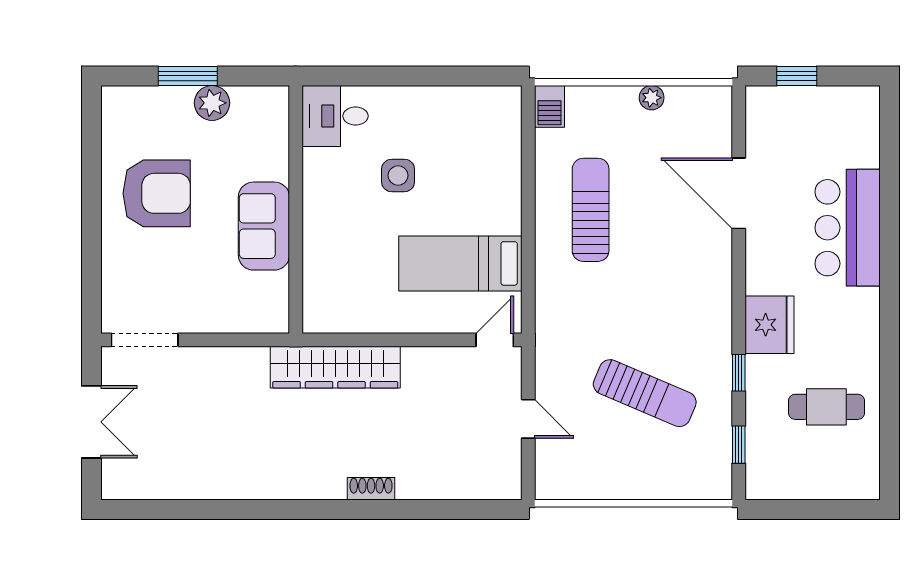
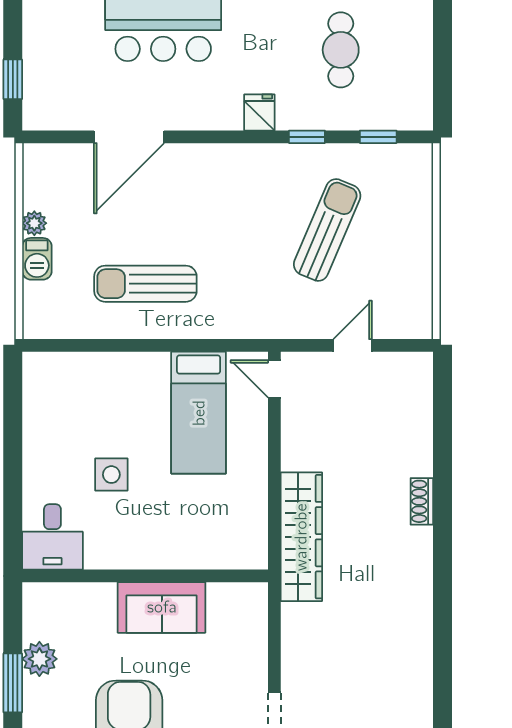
barbecue: (549, 106) -> (37, 259), moved, turned 90
fridge: (769, 325) -> (259, 112), width x0.53, depth x0.75

